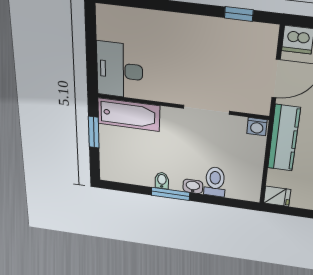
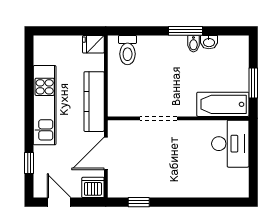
washing machine: (257, 127) -> (117, 109), removed
toilet: (215, 182) -> (128, 50), moved
washbasin: (193, 186) -> (209, 42), moved

